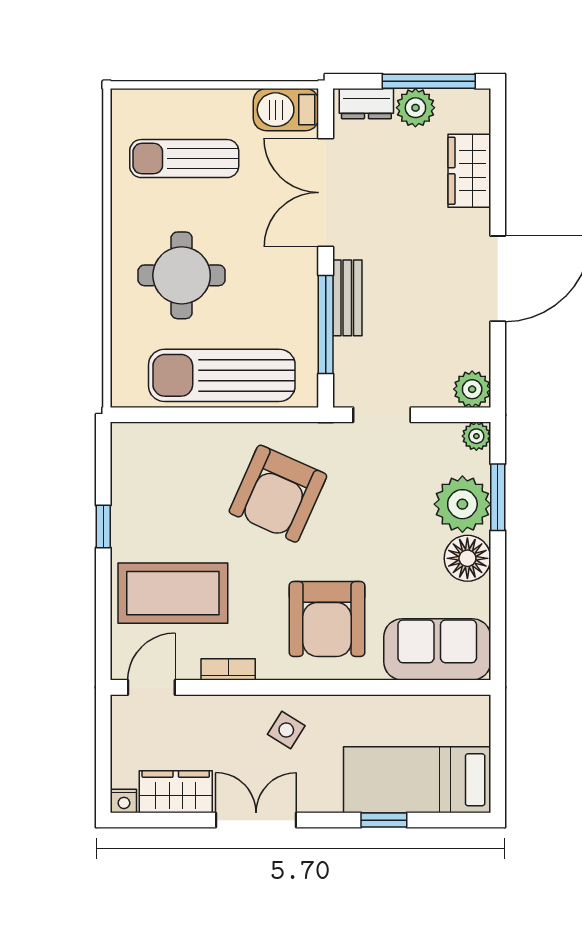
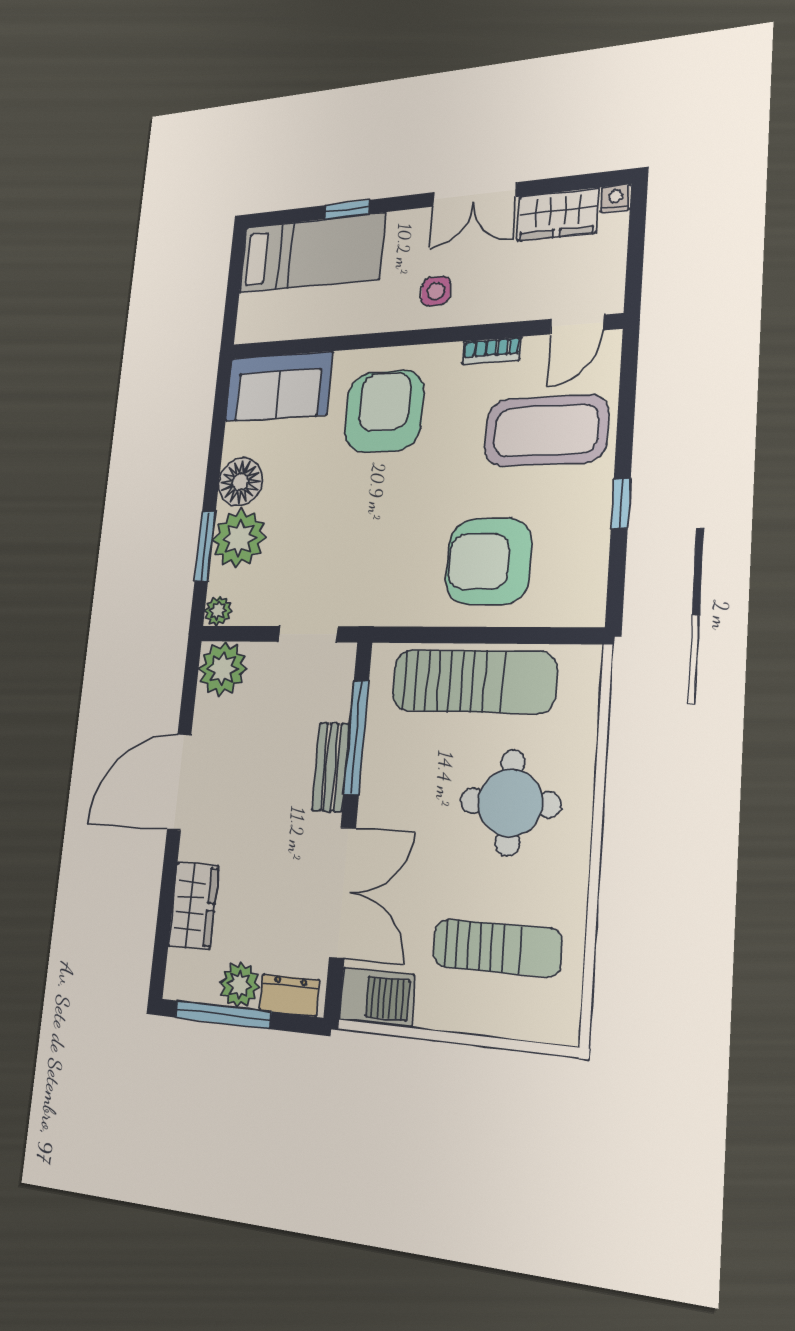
plant: (472, 389) -> (222, 669), width x1.36, depth x1.36
armchair: (278, 494) -> (489, 561), moved, turned -114
side table: (286, 730) -> (436, 291), turned -33

